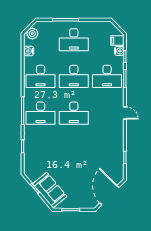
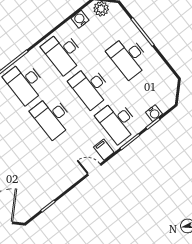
filing cabinet: (117, 41) -> (104, 150), moved
door: (125, 113) -> (94, 170), swing flipped

